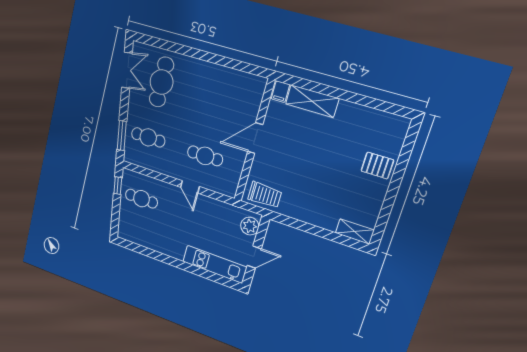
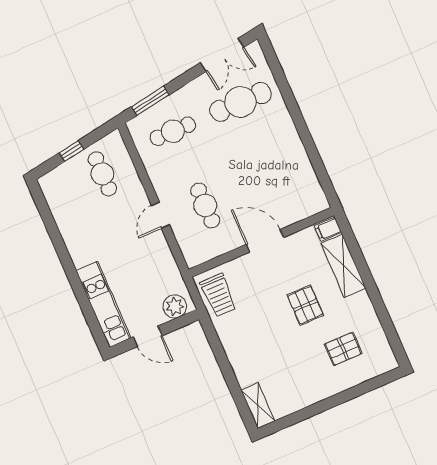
cafe table: (148, 137) -> (173, 131), turned 90
pallet: (317, 147) -> (305, 305), added
pallet: (377, 165) -> (343, 349), moved, turned 90
window: (118, 186) -> (71, 151), moved

